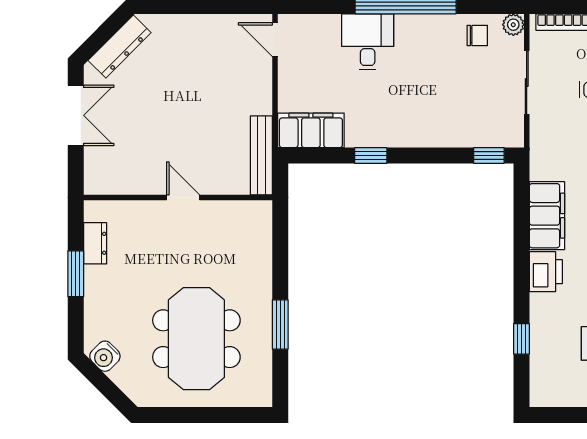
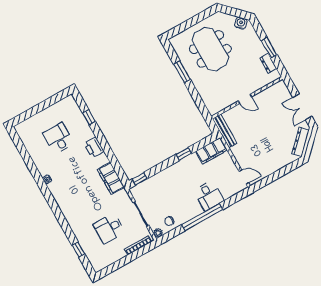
filing cabinet: (547, 216) -> (111, 178), moved

